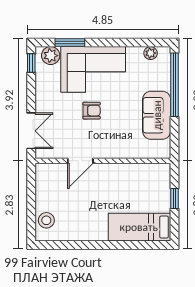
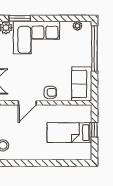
armchair: (92, 111) -> (50, 92), moved
sofa: (157, 115) -> (82, 84), moved
bed: (139, 227) -> (69, 133), moved

